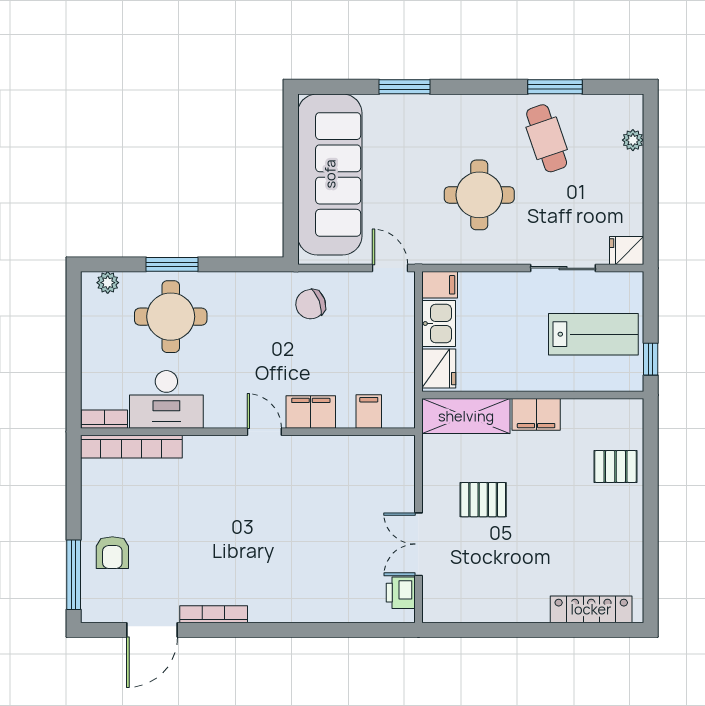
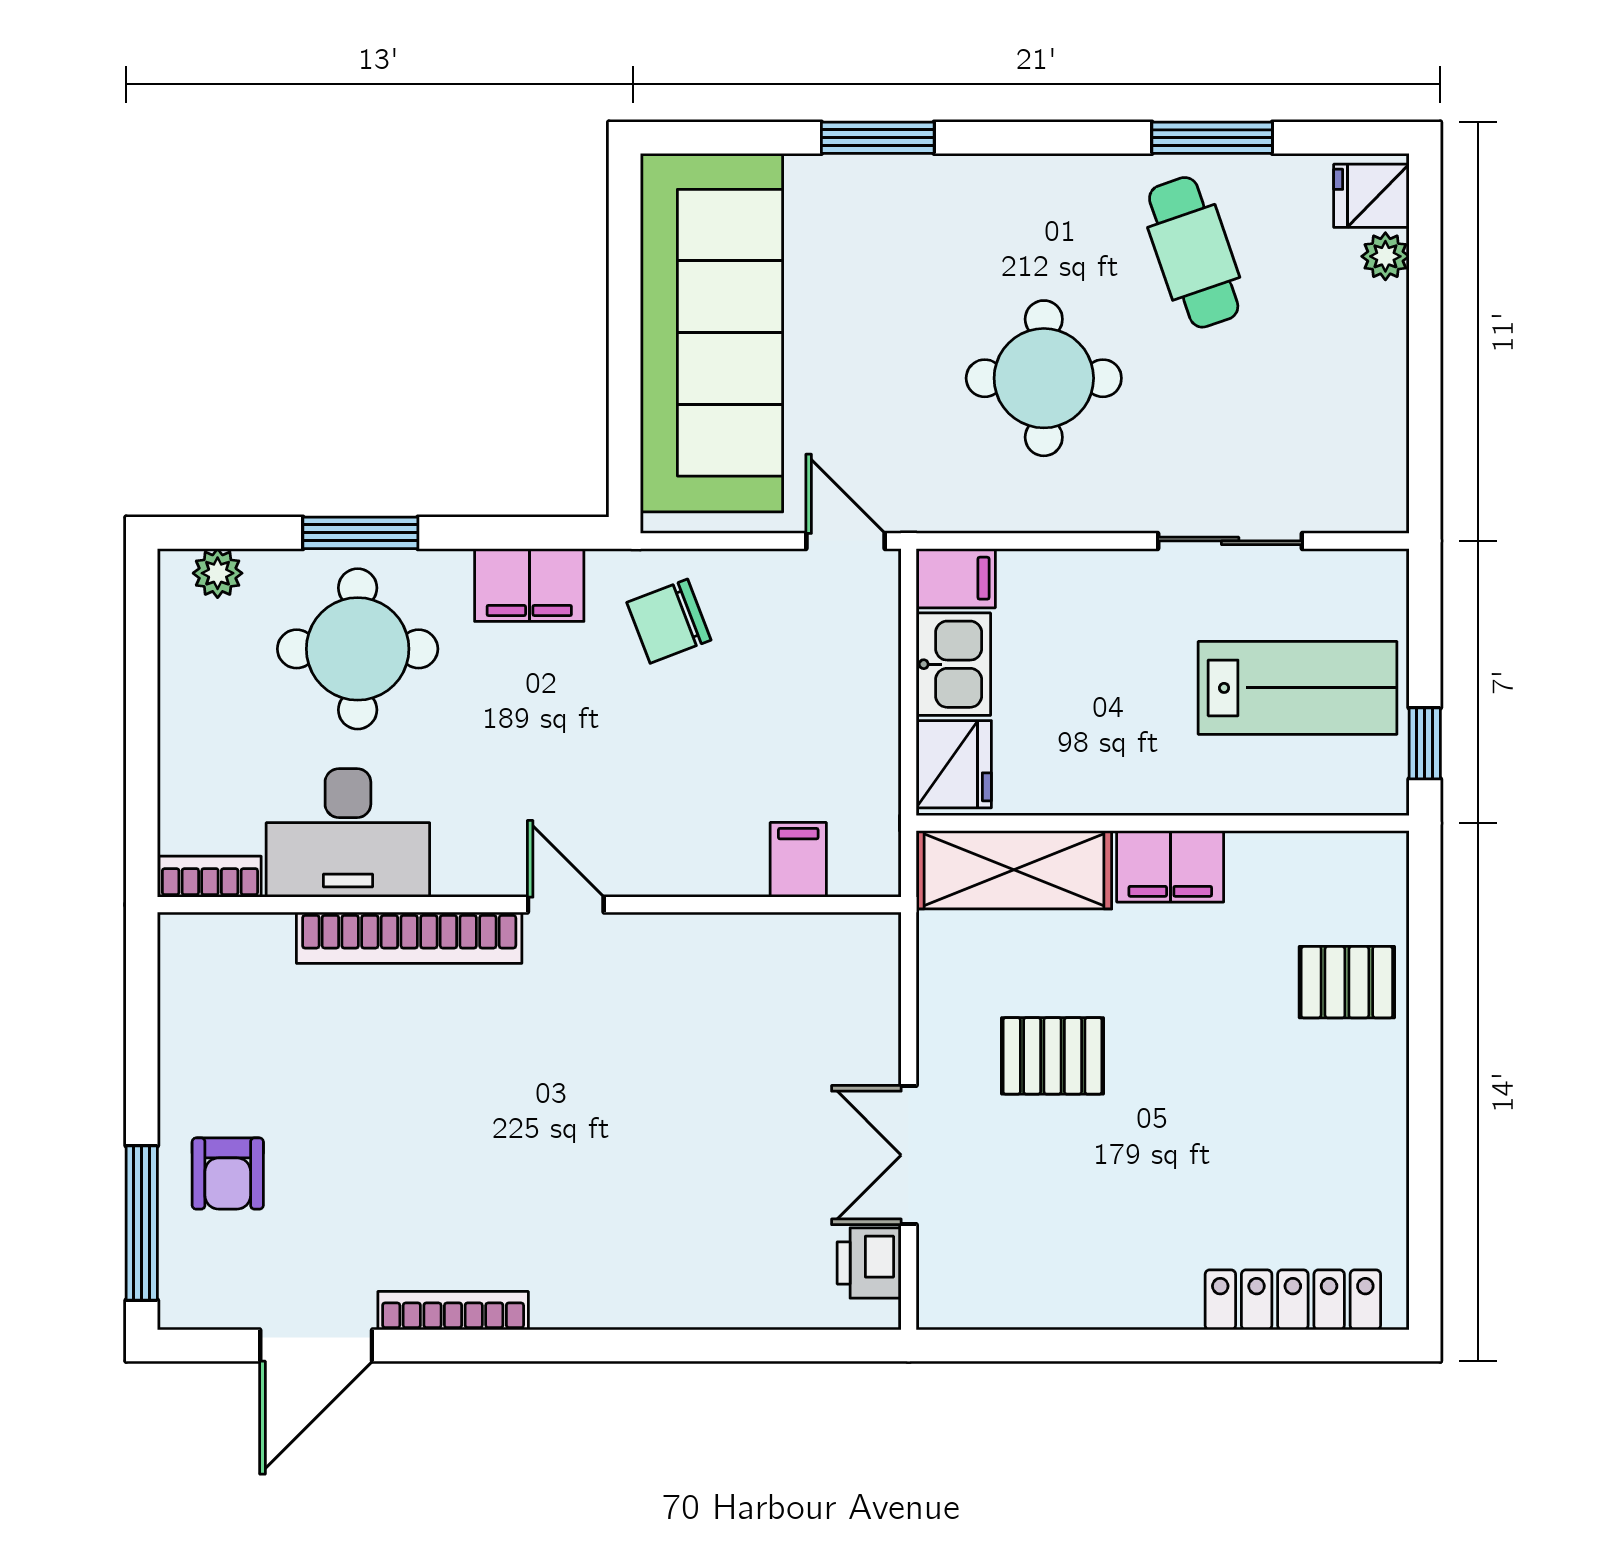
fridge: (627, 250) -> (1371, 196), moved
filing cabinet: (311, 412) -> (529, 585), moved, turned 180
bookcase: (131, 447) -> (409, 938), moved

